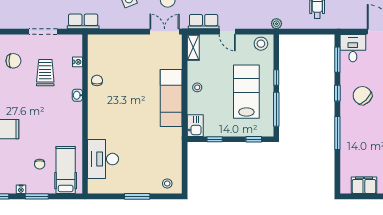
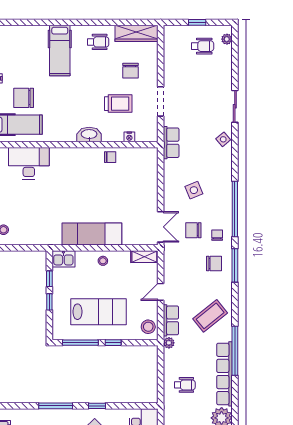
row of seats: (204, 22) -> (171, 320), moved
window: (337, 60) -> (132, 406), removed
washbasin: (77, 95) -> (89, 135), width x1.91, depth x1.45
window: (254, 139) -> (49, 302), moved
chair: (40, 164) -> (24, 98), width x1.87, depth x1.87

